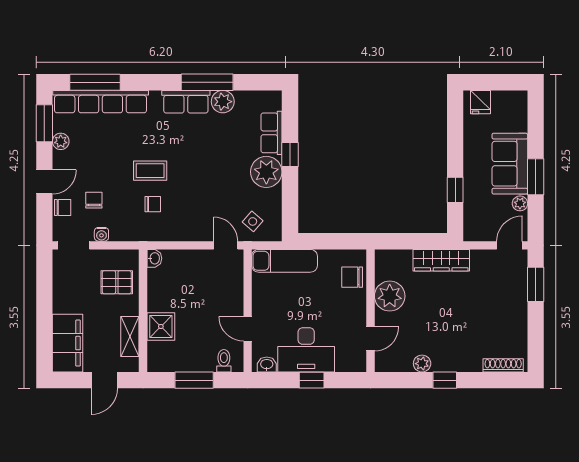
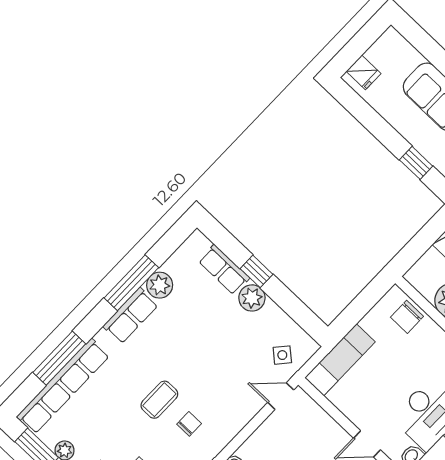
window: (95, 82) -> (59, 358), moved
plant: (266, 172) -> (252, 298), width x0.73, depth x0.73

